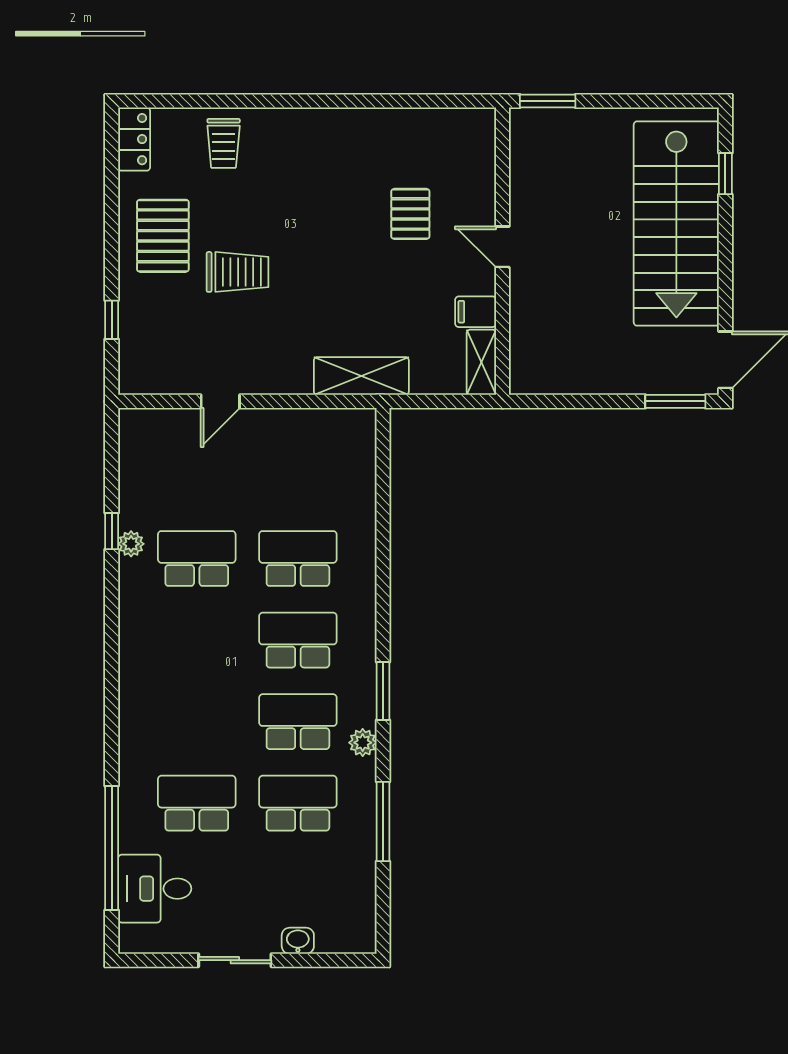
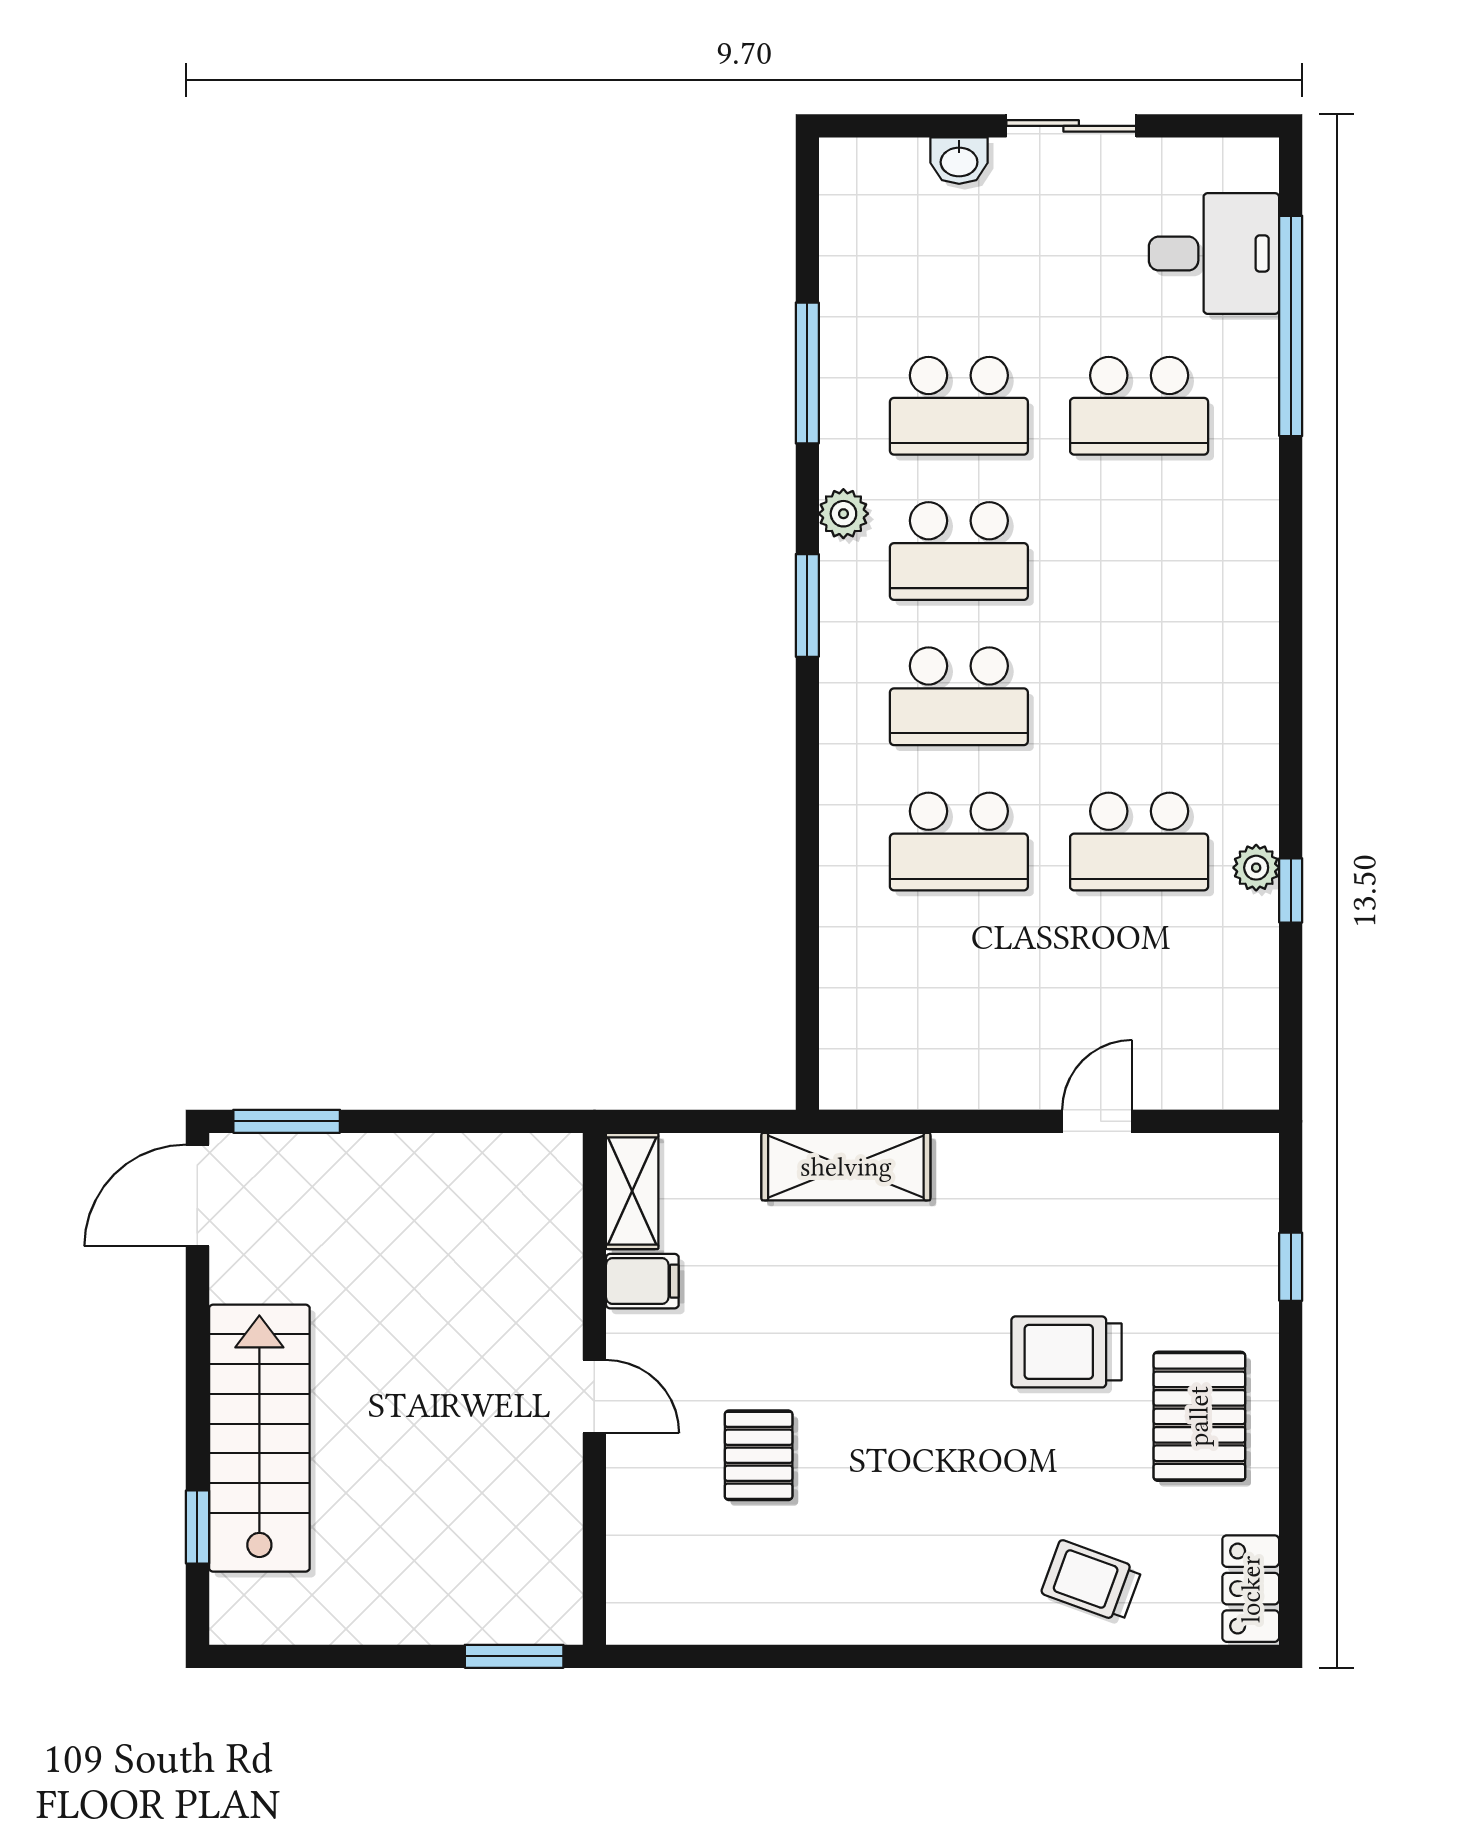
trolley: (224, 143) -> (1091, 1581), turned -70
stairs: (676, 224) -> (259, 1438), width x0.73, depth x0.66

